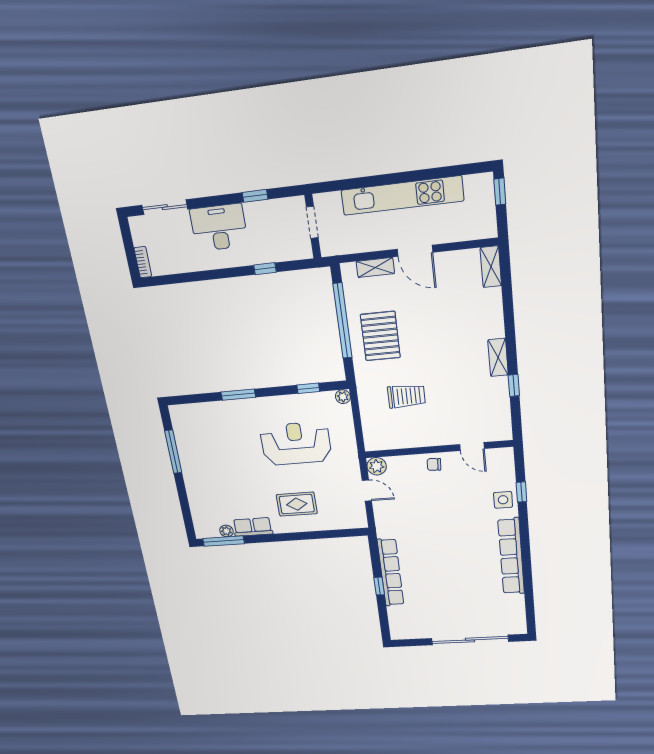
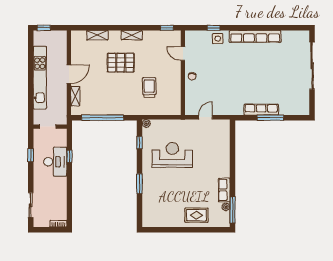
desk: (219, 228) -> (55, 162), moved, turned 180
shelving: (491, 267) -> (97, 35), moved
pallet: (380, 336) -> (121, 63), moved
window: (514, 385) -> (167, 28), moved
reception desk: (296, 444) -> (172, 155), turned 90
door: (472, 447) -> (183, 54), swing flipped
window: (173, 452) -> (171, 230), removed
plant: (377, 466) -> (191, 110), removed
rug: (297, 504) -> (196, 215), moved, turned 90
row of seats: (391, 572) -> (261, 110), width x0.73
window: (379, 586) -> (270, 118), width x2.17

